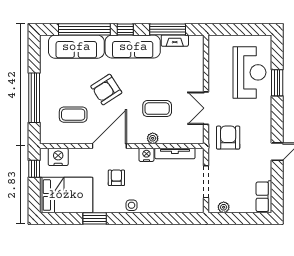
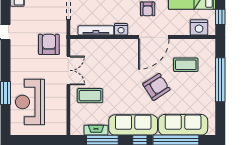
coffee table: (157, 109) -> (90, 96), moved
plant: (153, 138) -> (116, 44), removed
armchair: (228, 138) -> (49, 44), turned 180

